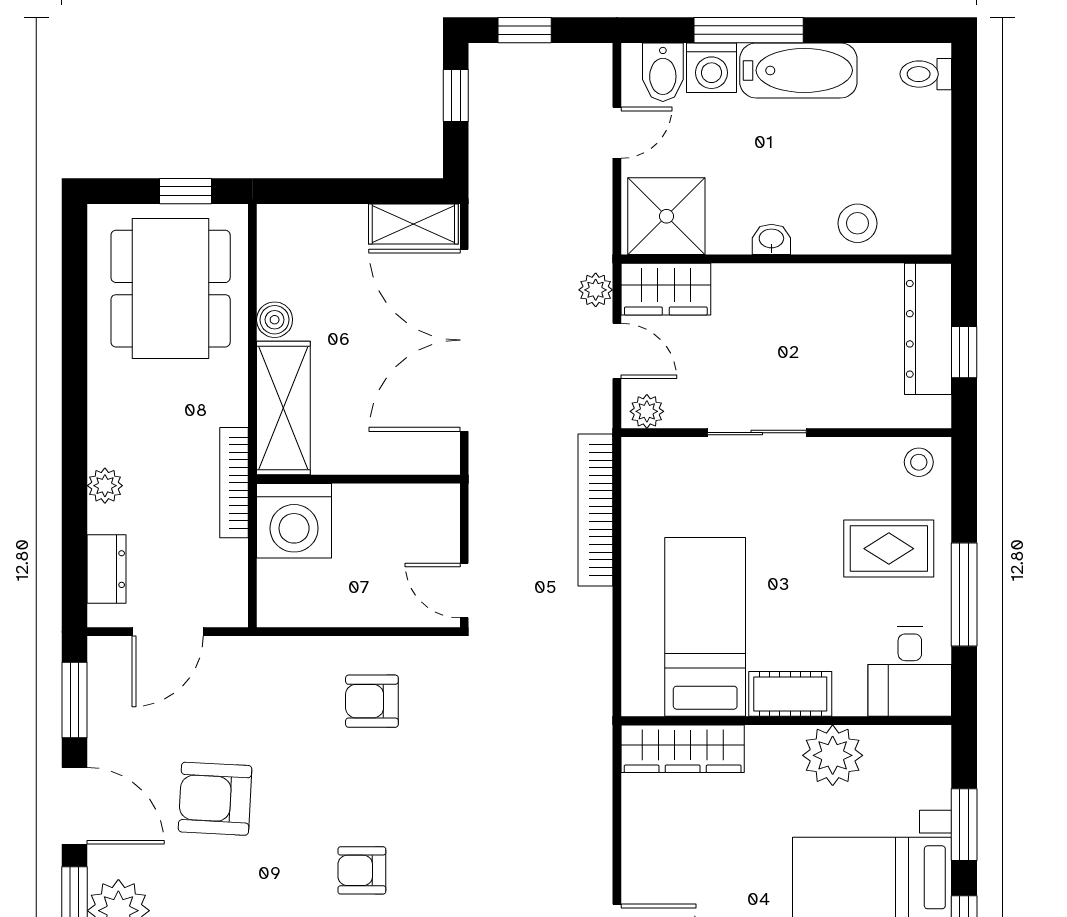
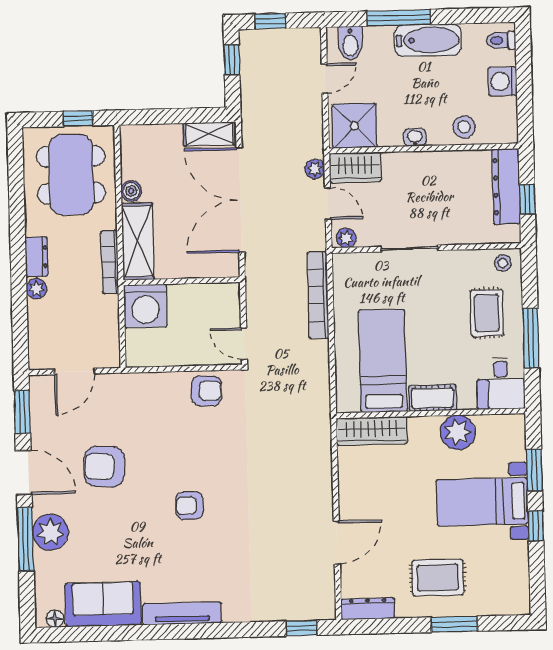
washing machine: (711, 68) -> (503, 81), moved, turned 90
bookcase: (234, 483) -> (110, 262), moved
rug: (889, 549) -> (487, 313), turned 90
dresser: (107, 569) -> (37, 257), moved
armchair: (372, 701) -> (207, 391), moved, turned 180

